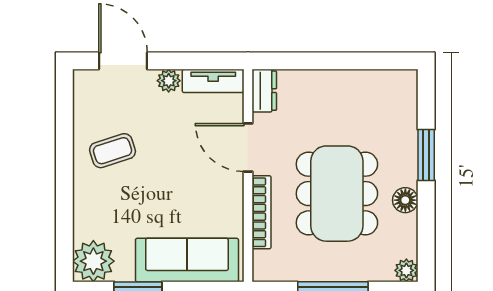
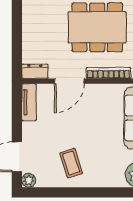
plant: (169, 81) -> (29, 180), moved

